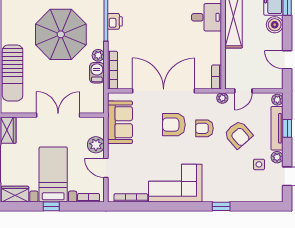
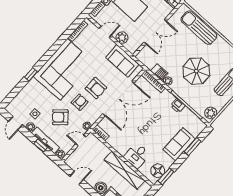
parasol: (61, 34) -> (196, 71), width x0.73, depth x0.73
door: (243, 91) -> (81, 140), hinge flipped
armchair: (174, 125) -> (96, 88), turned 90
corner sofa: (175, 183) -> (64, 69), width x1.36, depth x1.36

